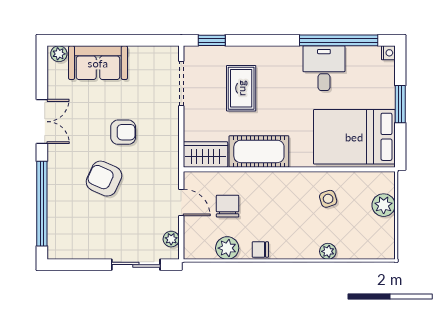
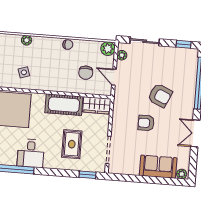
desk: (324, 68) -> (31, 153), moved
plant: (227, 248) -> (108, 49), moved
window: (72, 265) -> (184, 44), added

